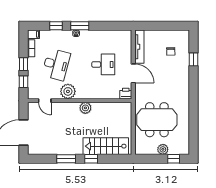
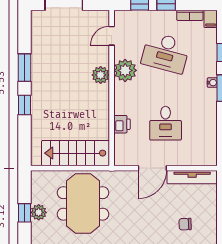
printer: (126, 94) -> (122, 124), moved
plant: (85, 108) -> (101, 75), moved
stairs: (106, 146) -> (76, 153), moved, turned -90
window: (174, 159) -> (25, 213), moved

